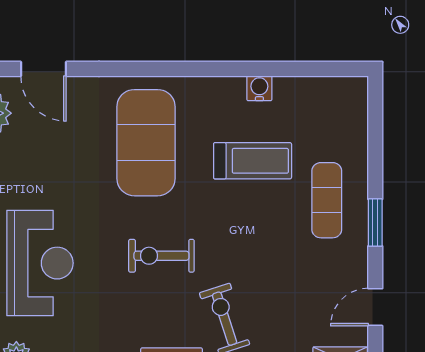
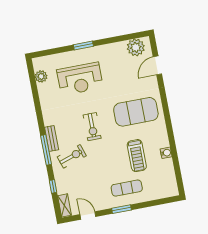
exercise bike: (161, 256) -> (92, 127), turned 180

